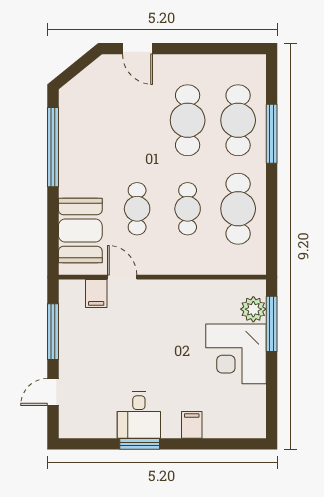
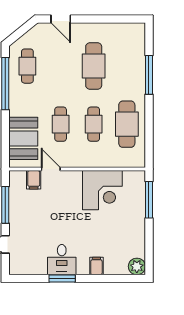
cafe table: (238, 120) -> (27, 66), moved, width x0.73, depth x0.74
plant: (253, 309) -> (137, 266), moved
corner desk: (236, 354) -> (102, 190), moved, turned -90

